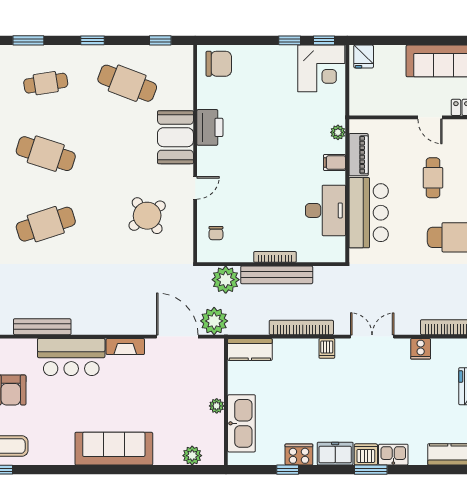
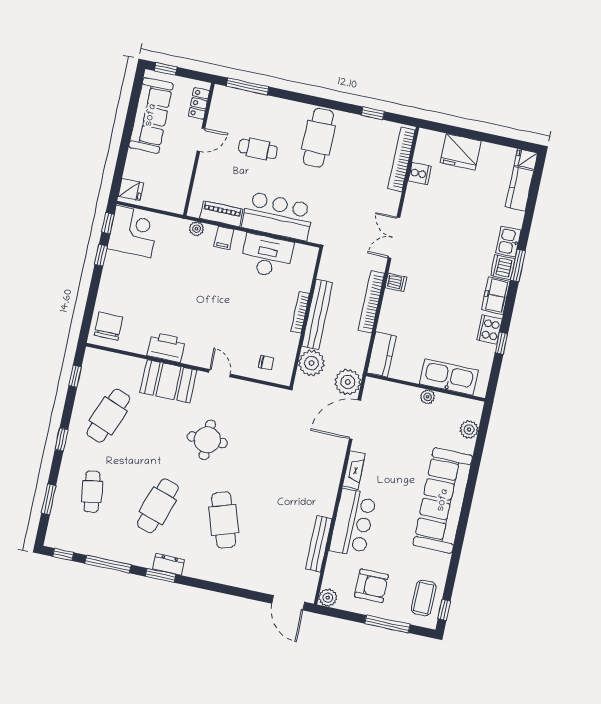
round table: (147, 216) -> (207, 440), moved, turned 37
cooker: (421, 349) -> (420, 174), moved
sofa: (114, 449) -> (443, 500), width x1.36, depth x1.27

